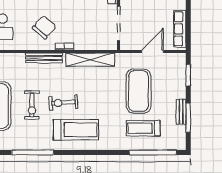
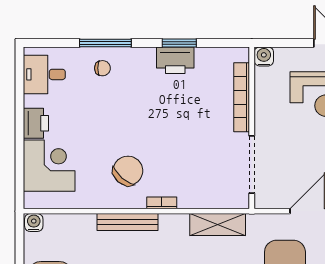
shelving: (90, 60) -> (218, 225), width x0.68

